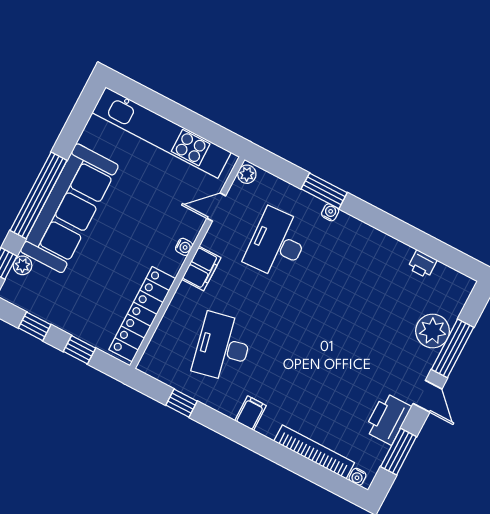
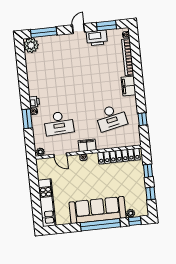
kitchen unit: (162, 132) -> (47, 203), width x0.73
printer: (422, 264) -> (34, 102), moved
plant: (433, 331) -> (31, 45), moved
window: (453, 348) -> (44, 32), moved
filing cabinet: (251, 413) -> (129, 86), width x2.00

